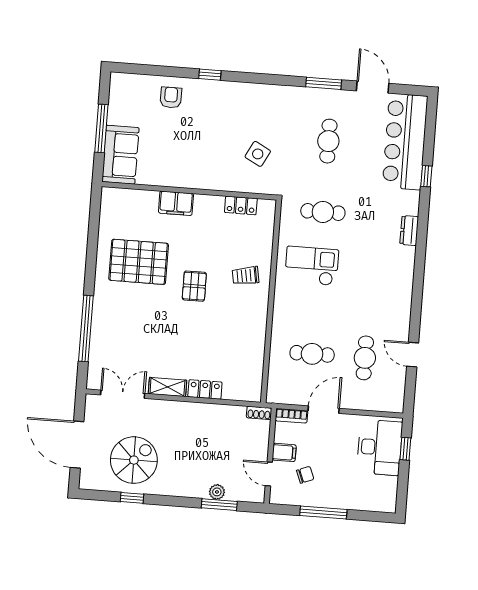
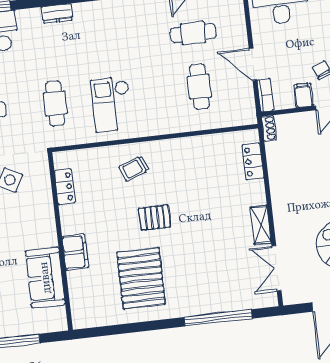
sofa: (120, 155) -> (45, 278), moved, turned -90
trolley: (246, 276) -> (134, 168), turned 80
locker: (205, 389) -> (253, 161), moved

